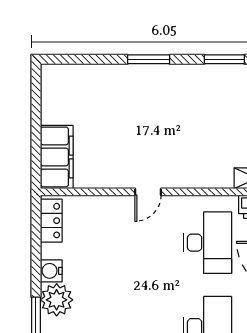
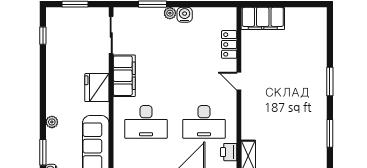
locker: (51, 221) -> (229, 44), moved, turned 90
plant: (57, 300) -> (170, 13), width x0.53, depth x0.53

